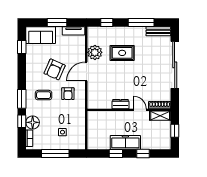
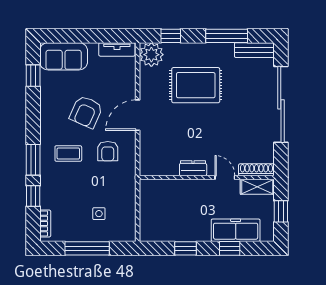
window: (57, 22) -> (90, 36), removed
plant: (95, 52) -> (151, 55), moved
rug: (122, 53) -> (196, 85), width x1.36, depth x1.43
floor lamp: (33, 122) -> (51, 198), removed
freezer: (125, 142) -> (236, 230), moved

